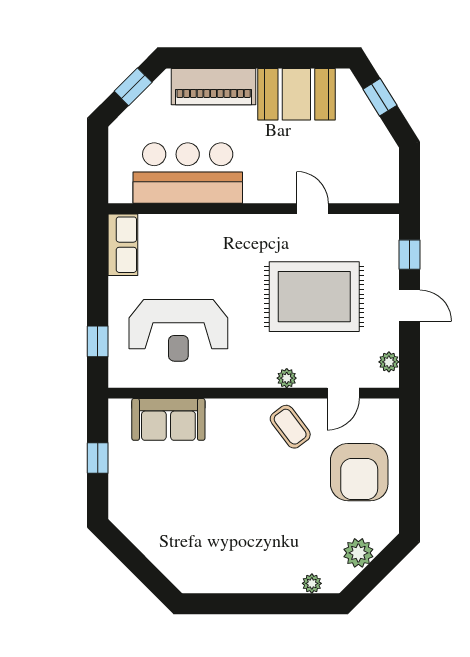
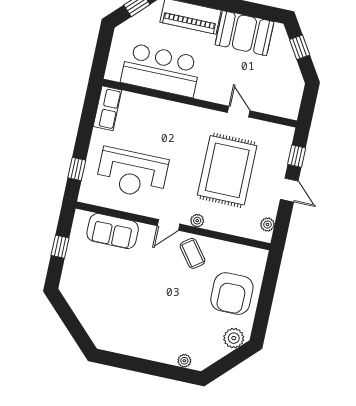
rug: (314, 297) -> (227, 170), turned 90
door: (343, 393) -> (169, 225), moved
plant: (358, 553) -> (234, 338), moved

